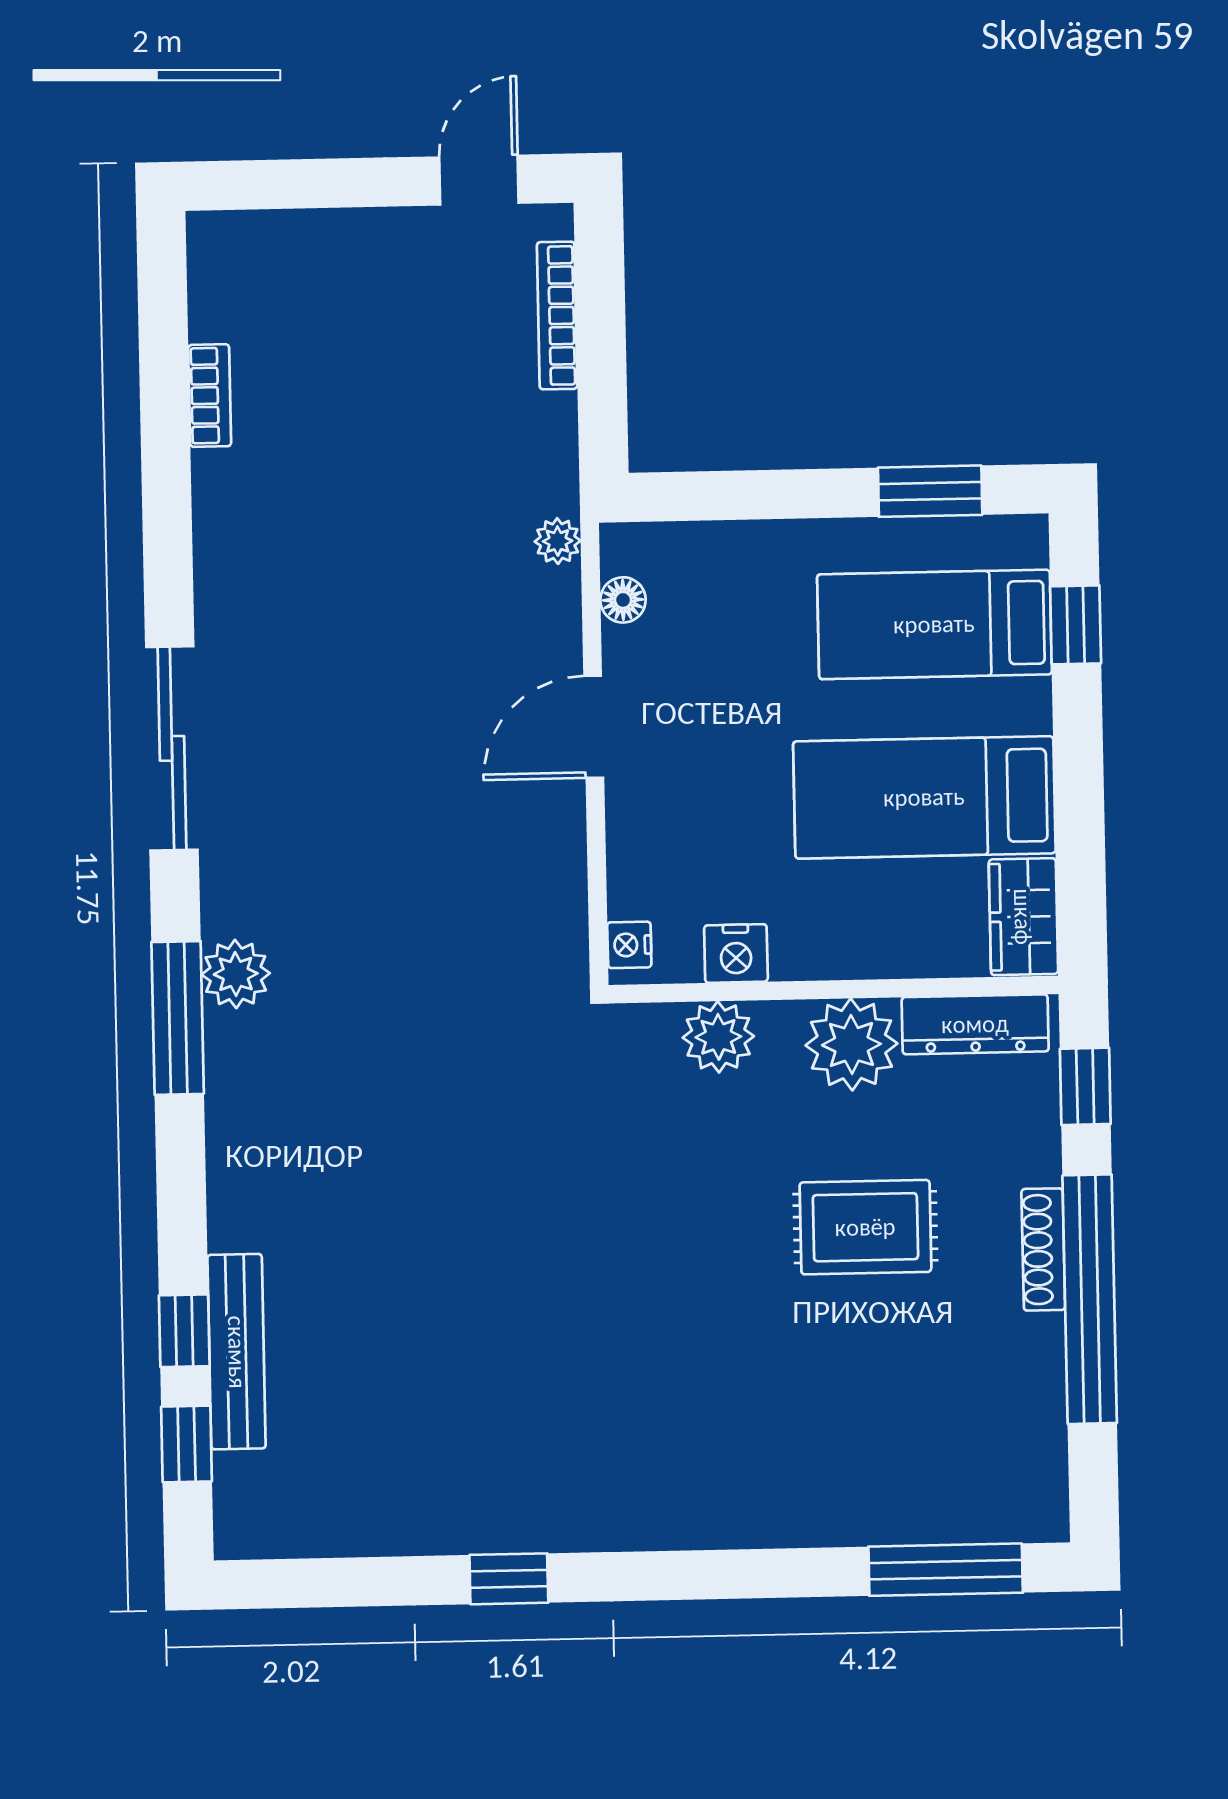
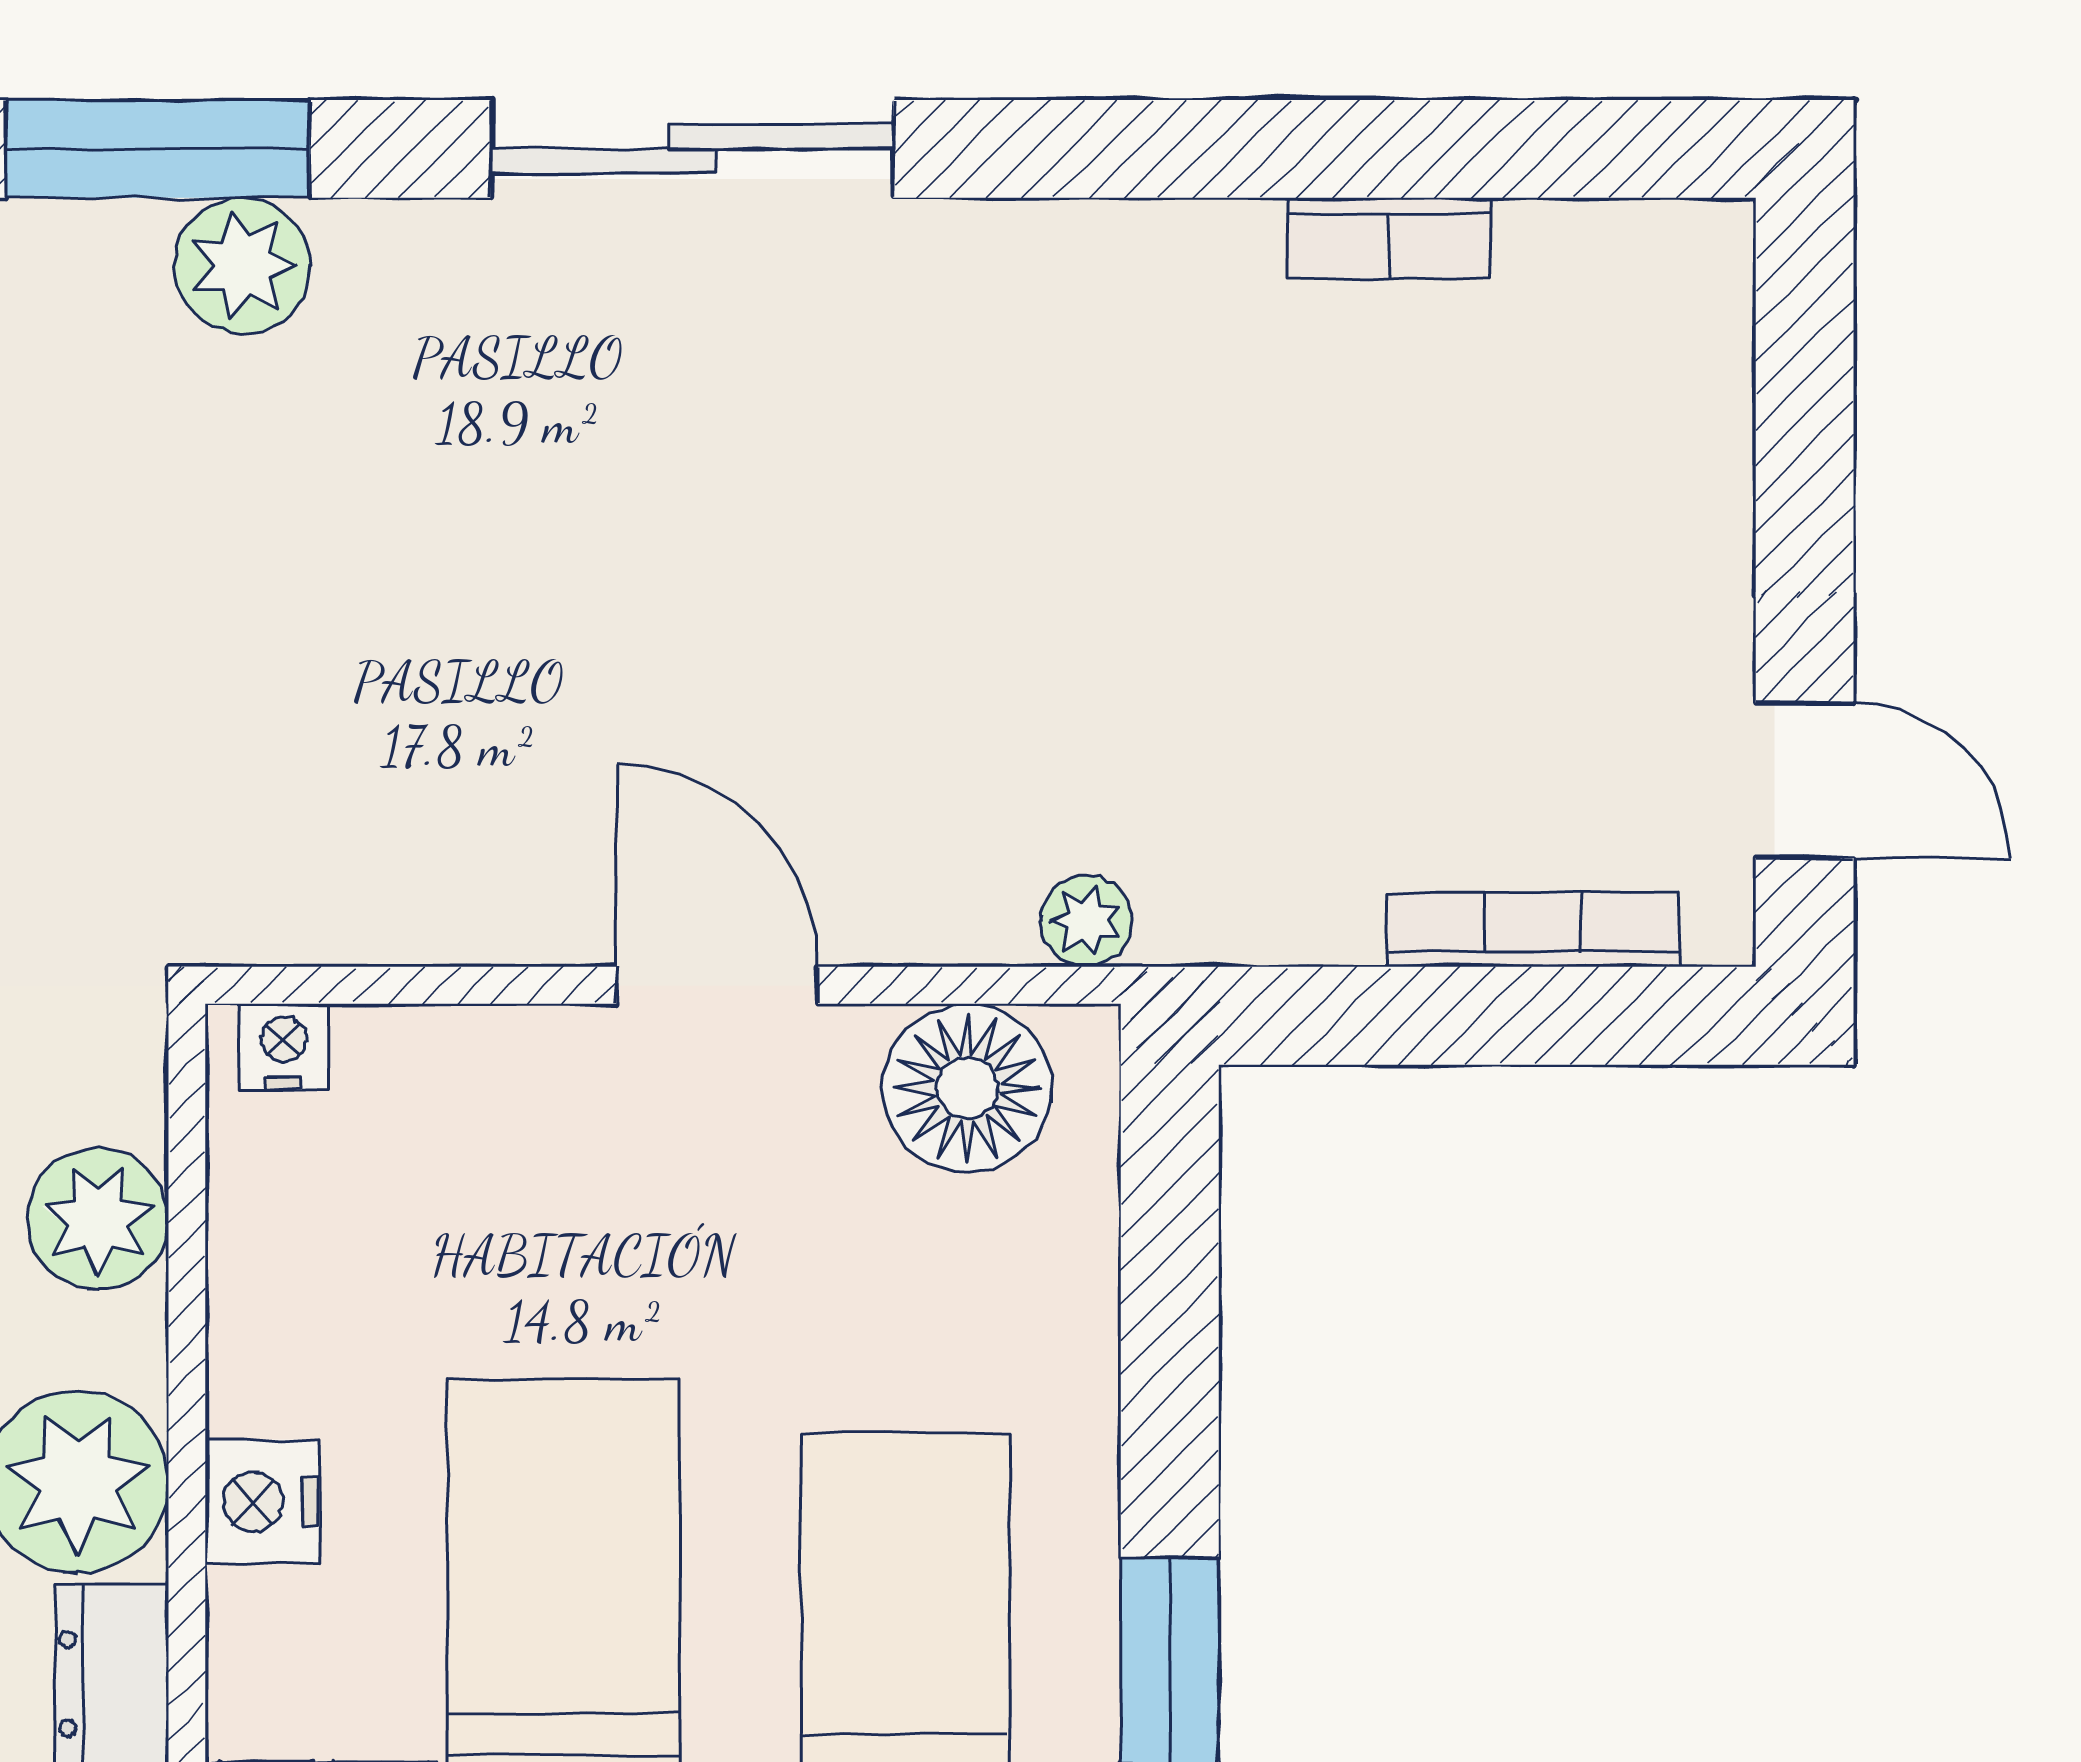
floor lamp: (623, 600) -> (967, 1088), width x1.89, depth x1.89
nightstand: (736, 953) -> (262, 1502), moved

